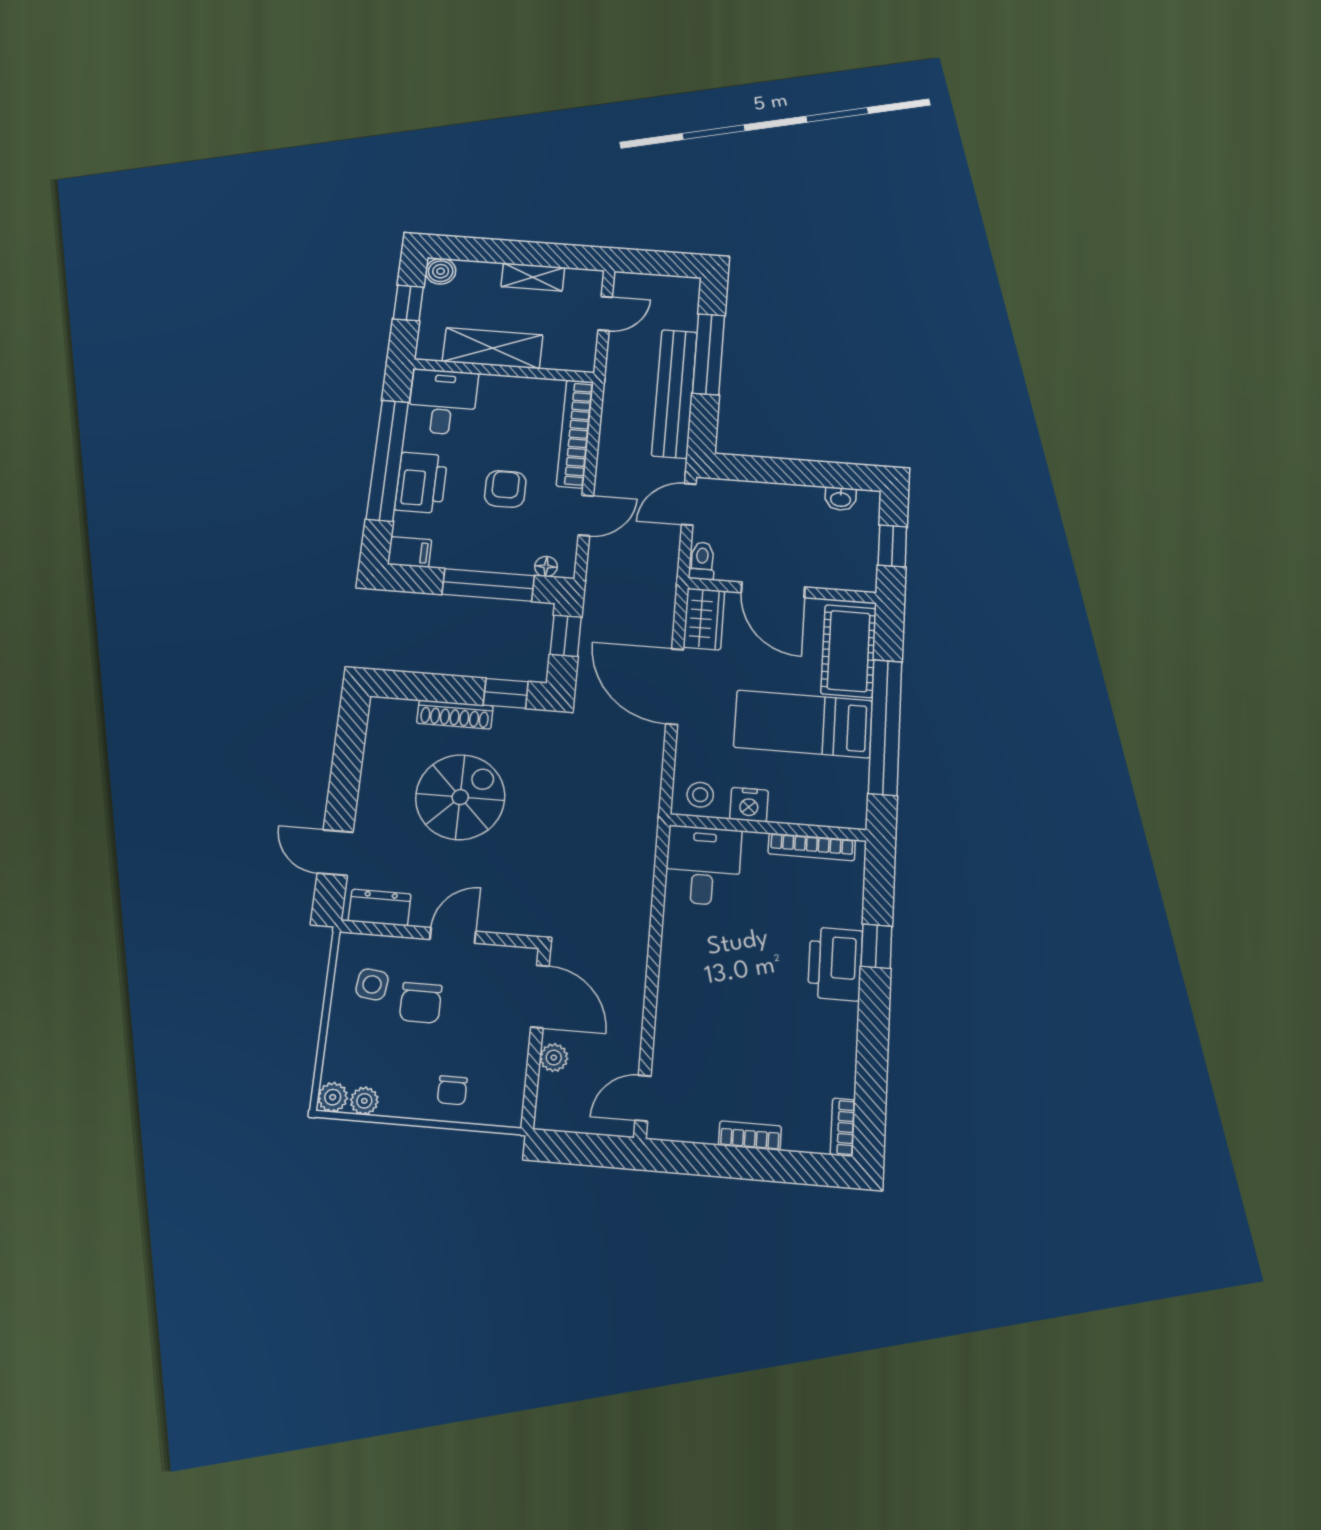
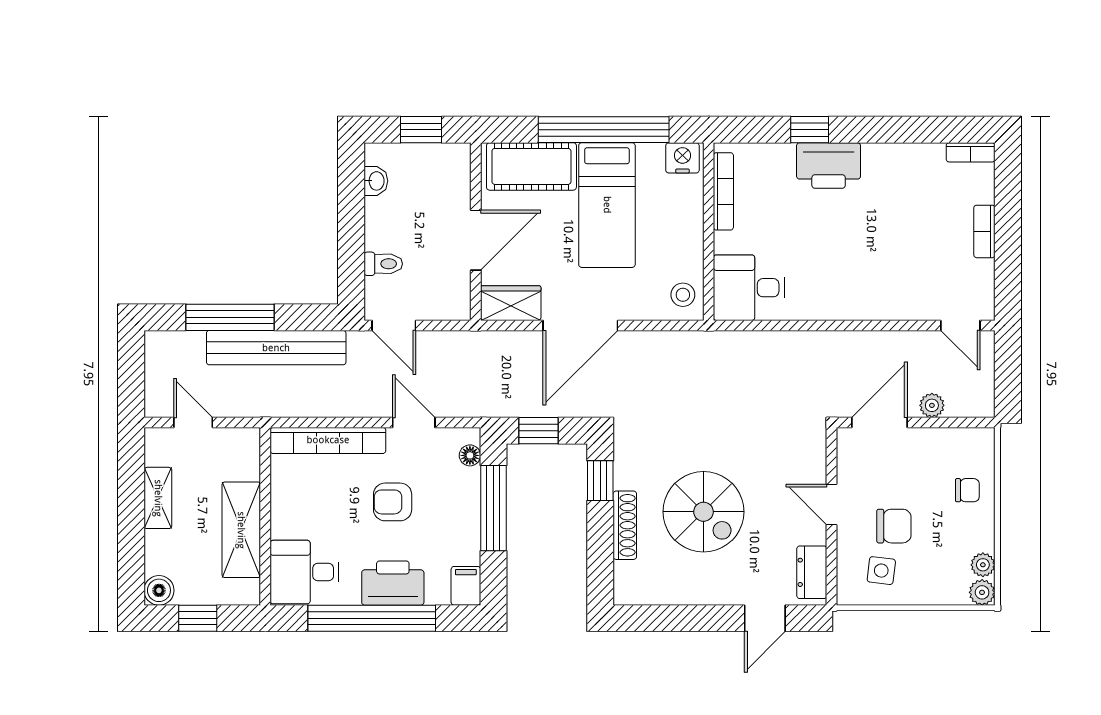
toilet: (702, 561) -> (383, 264), moved, turned 180
spiral stairs: (460, 797) -> (703, 512), turned 180
nightstand: (749, 805) -> (682, 158), moved, turned -90

